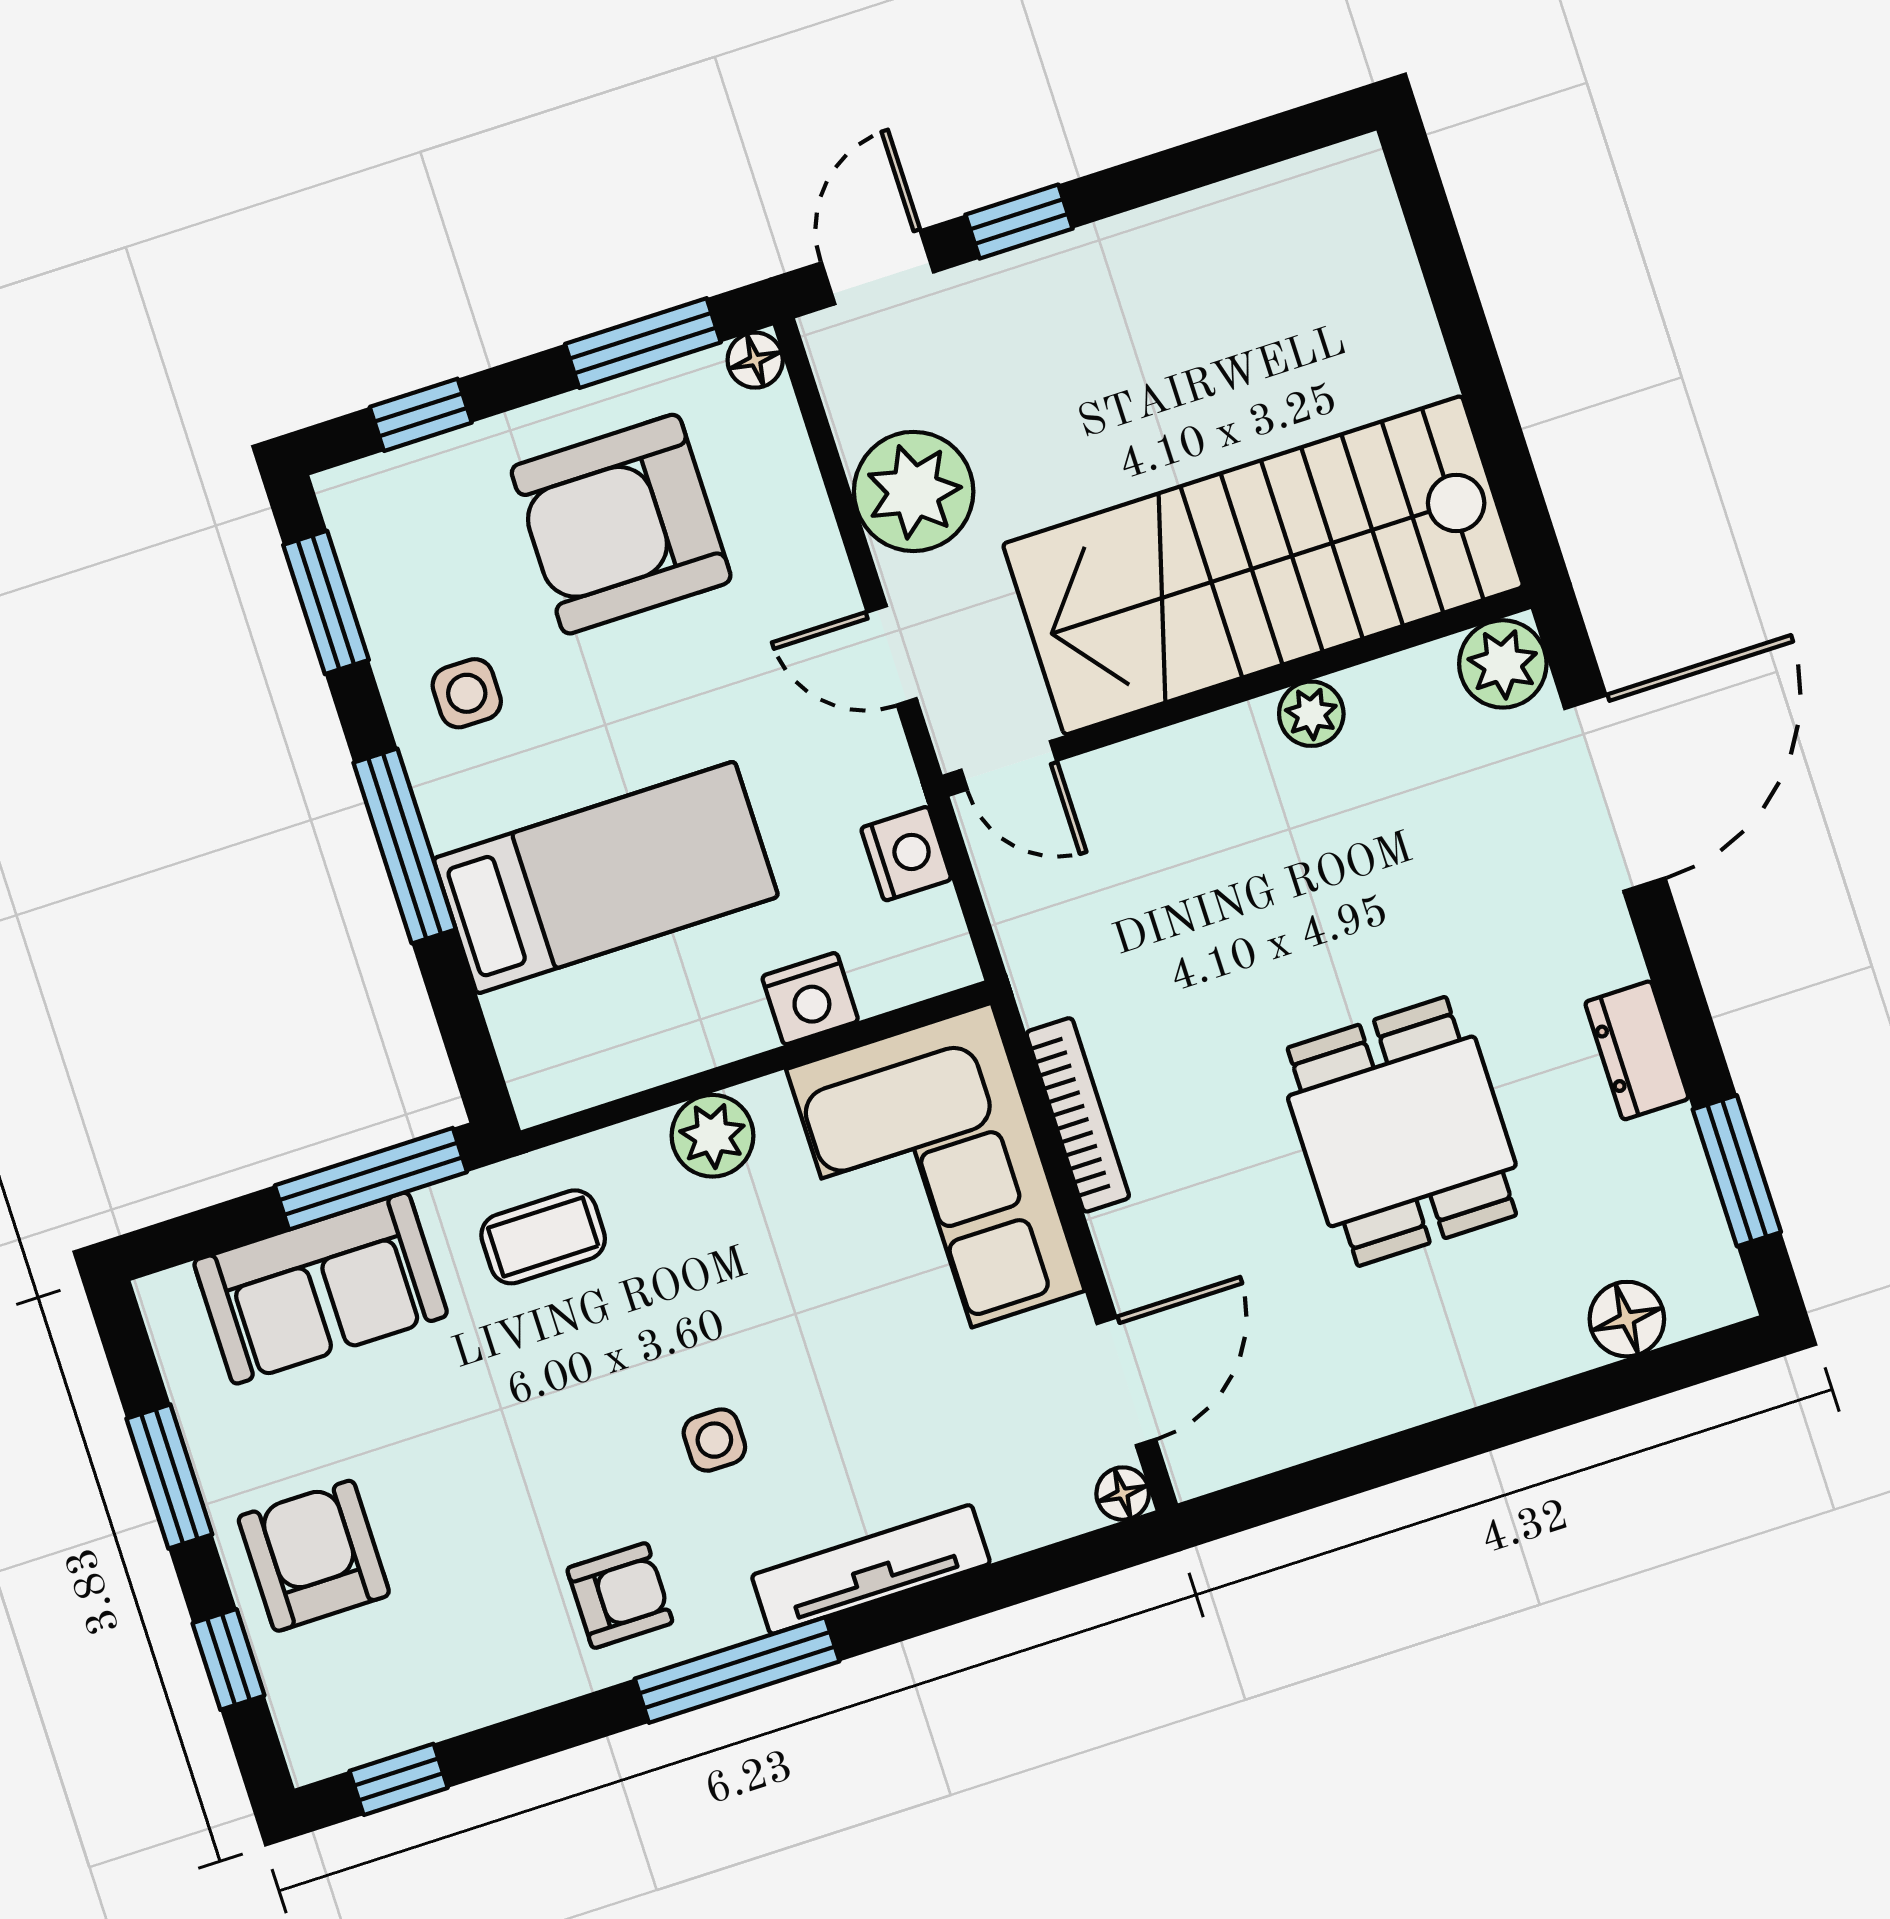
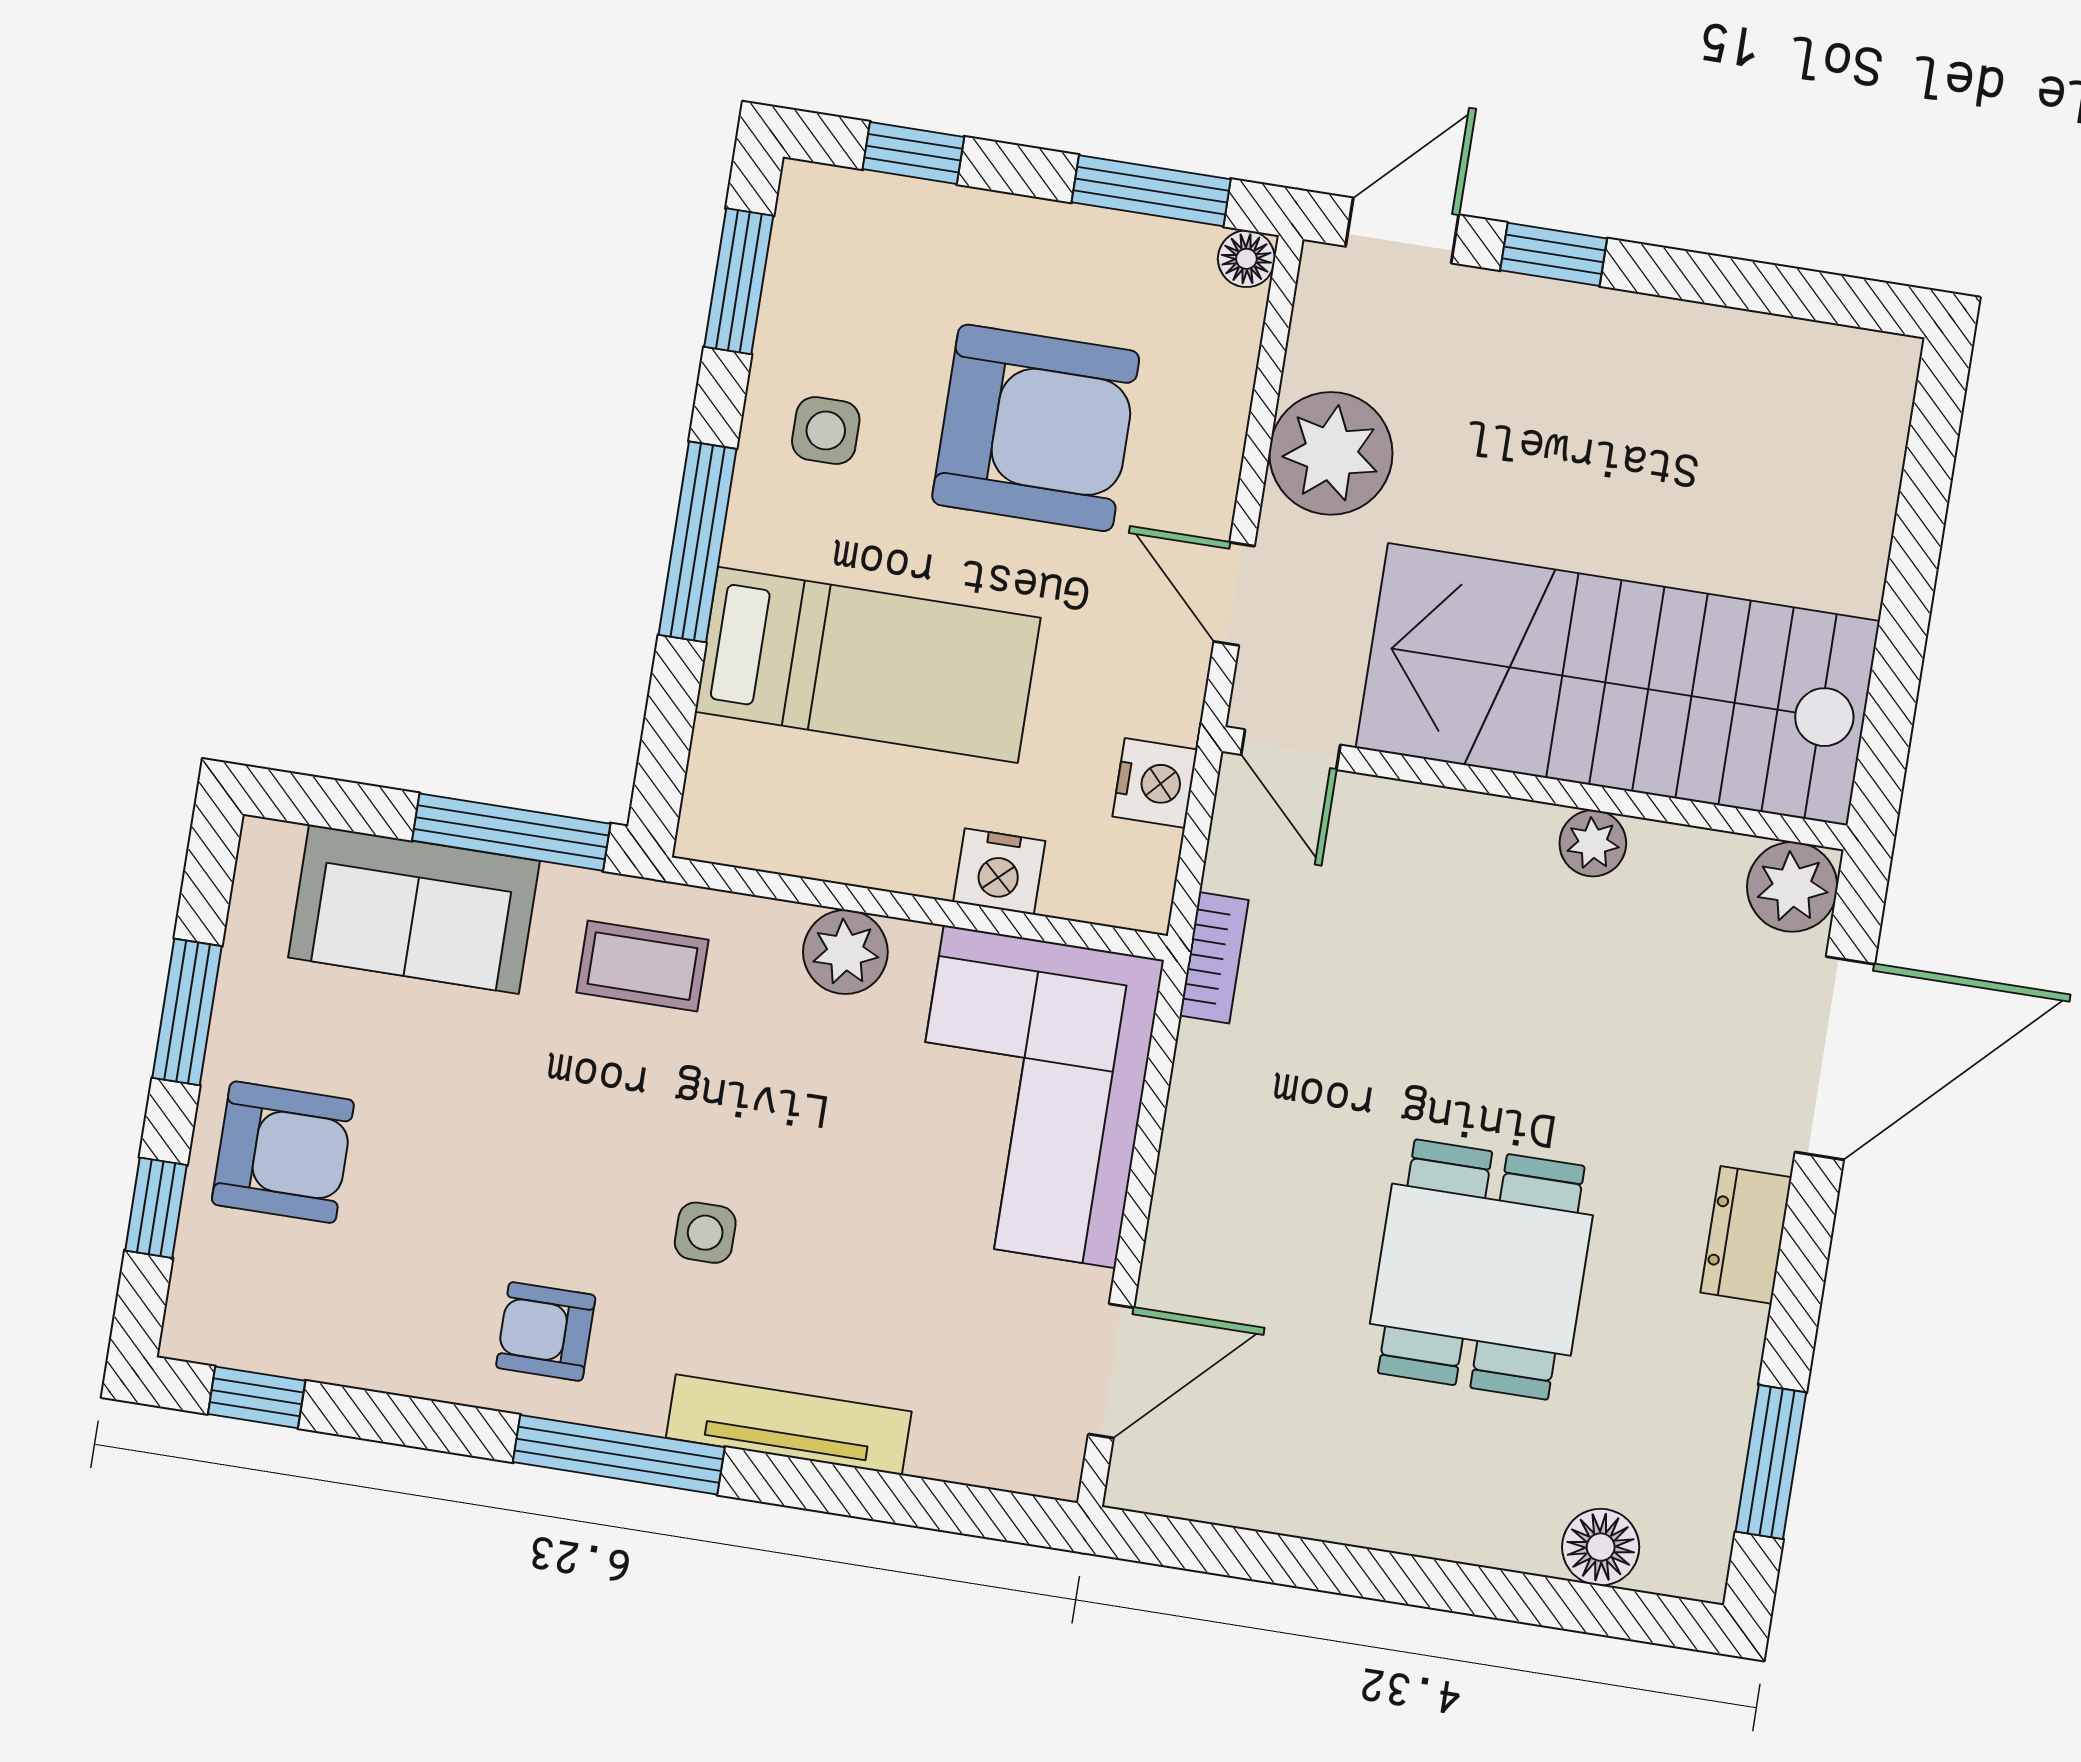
armchair: (621, 524) -> (1036, 428), moved, turned 180
dresser: (1637, 1050) -> (1746, 1235), moved
bookcase: (1078, 1115) -> (1214, 958), moved, width x0.64
floor lamp: (1123, 1494) -> (1056, 1472), removed
armchair: (314, 1556) -> (283, 1152), turned 90
armchair: (620, 1596) -> (546, 1332), turned 180

